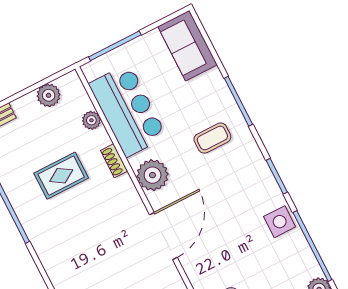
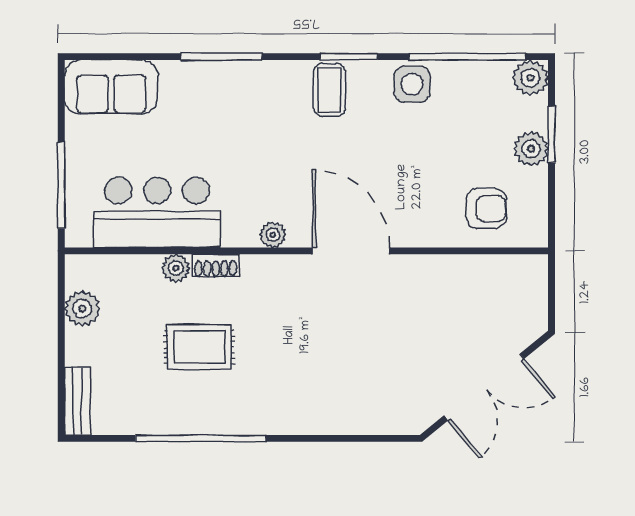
plant: (91, 120) -> (176, 268), moved
coffee table: (212, 138) -> (330, 90), moved
plant: (153, 175) -> (273, 235), width x0.53, depth x0.53
rug: (61, 176) -> (199, 347), turned 90

